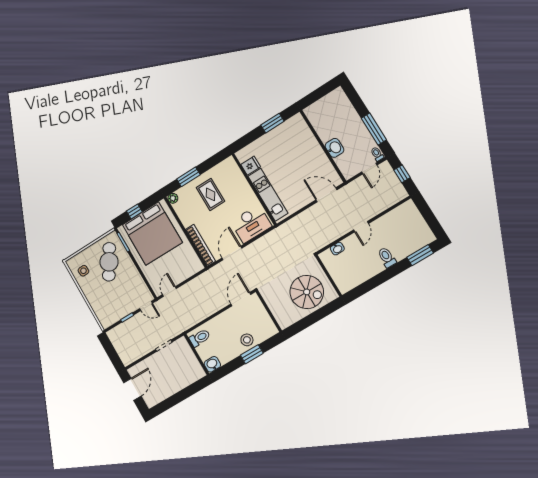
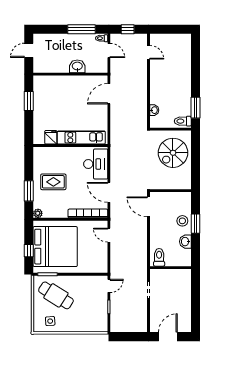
door: (321, 92) -> (29, 50), added
door: (361, 227) -> (148, 52), moved
window: (420, 255) -> (195, 108), moved
toilet: (387, 257) -> (183, 121), moved
door: (169, 292) -> (109, 235), moved
spiral stairs: (307, 292) -> (173, 153), turned 180
washbasin: (212, 364) -> (185, 242), moved
door: (132, 389) -> (168, 337), hinge flipped

